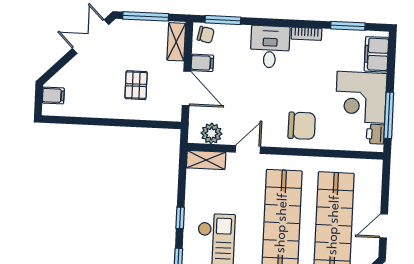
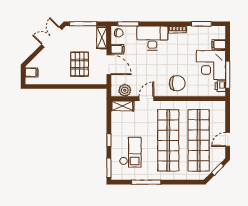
desk: (270, 47) -> (152, 38), width x1.37
filing cabinet: (376, 54) -> (219, 45), width x0.50
pallet: (136, 85) -> (80, 64), width x1.50, depth x1.42

